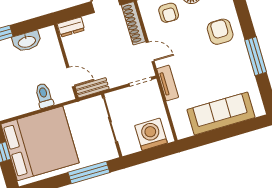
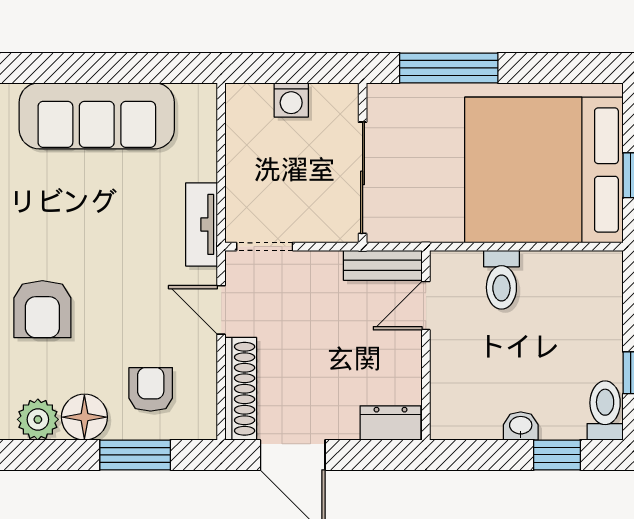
washbasin: (27, 41) -> (521, 426), width x0.52, depth x0.69
door: (71, 77) -> (426, 306), hinge flipped
washing machine: (151, 134) -> (291, 100), width x0.53, depth x0.53

